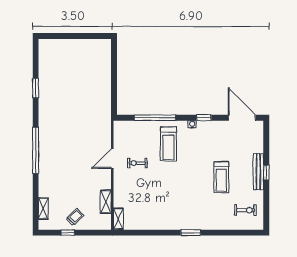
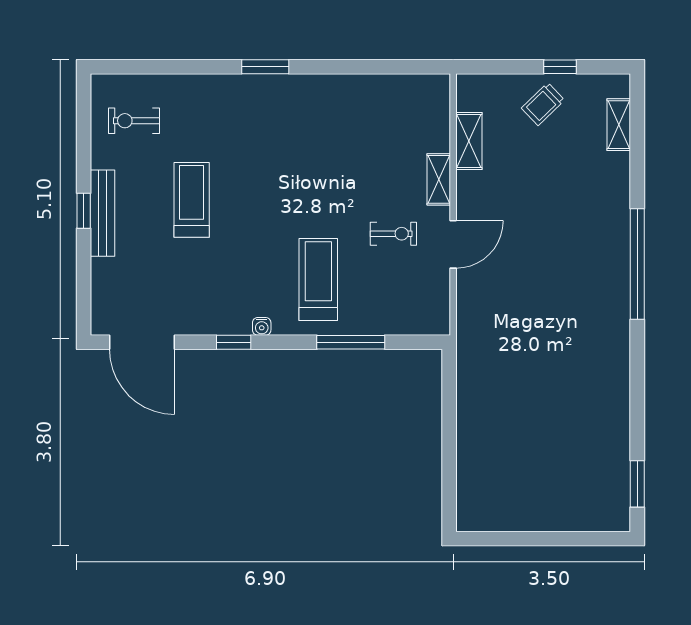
window: (36, 88) -> (637, 484), moved
window: (155, 118) -> (351, 342), width x0.68
shelving: (118, 219) -> (439, 179), moved

